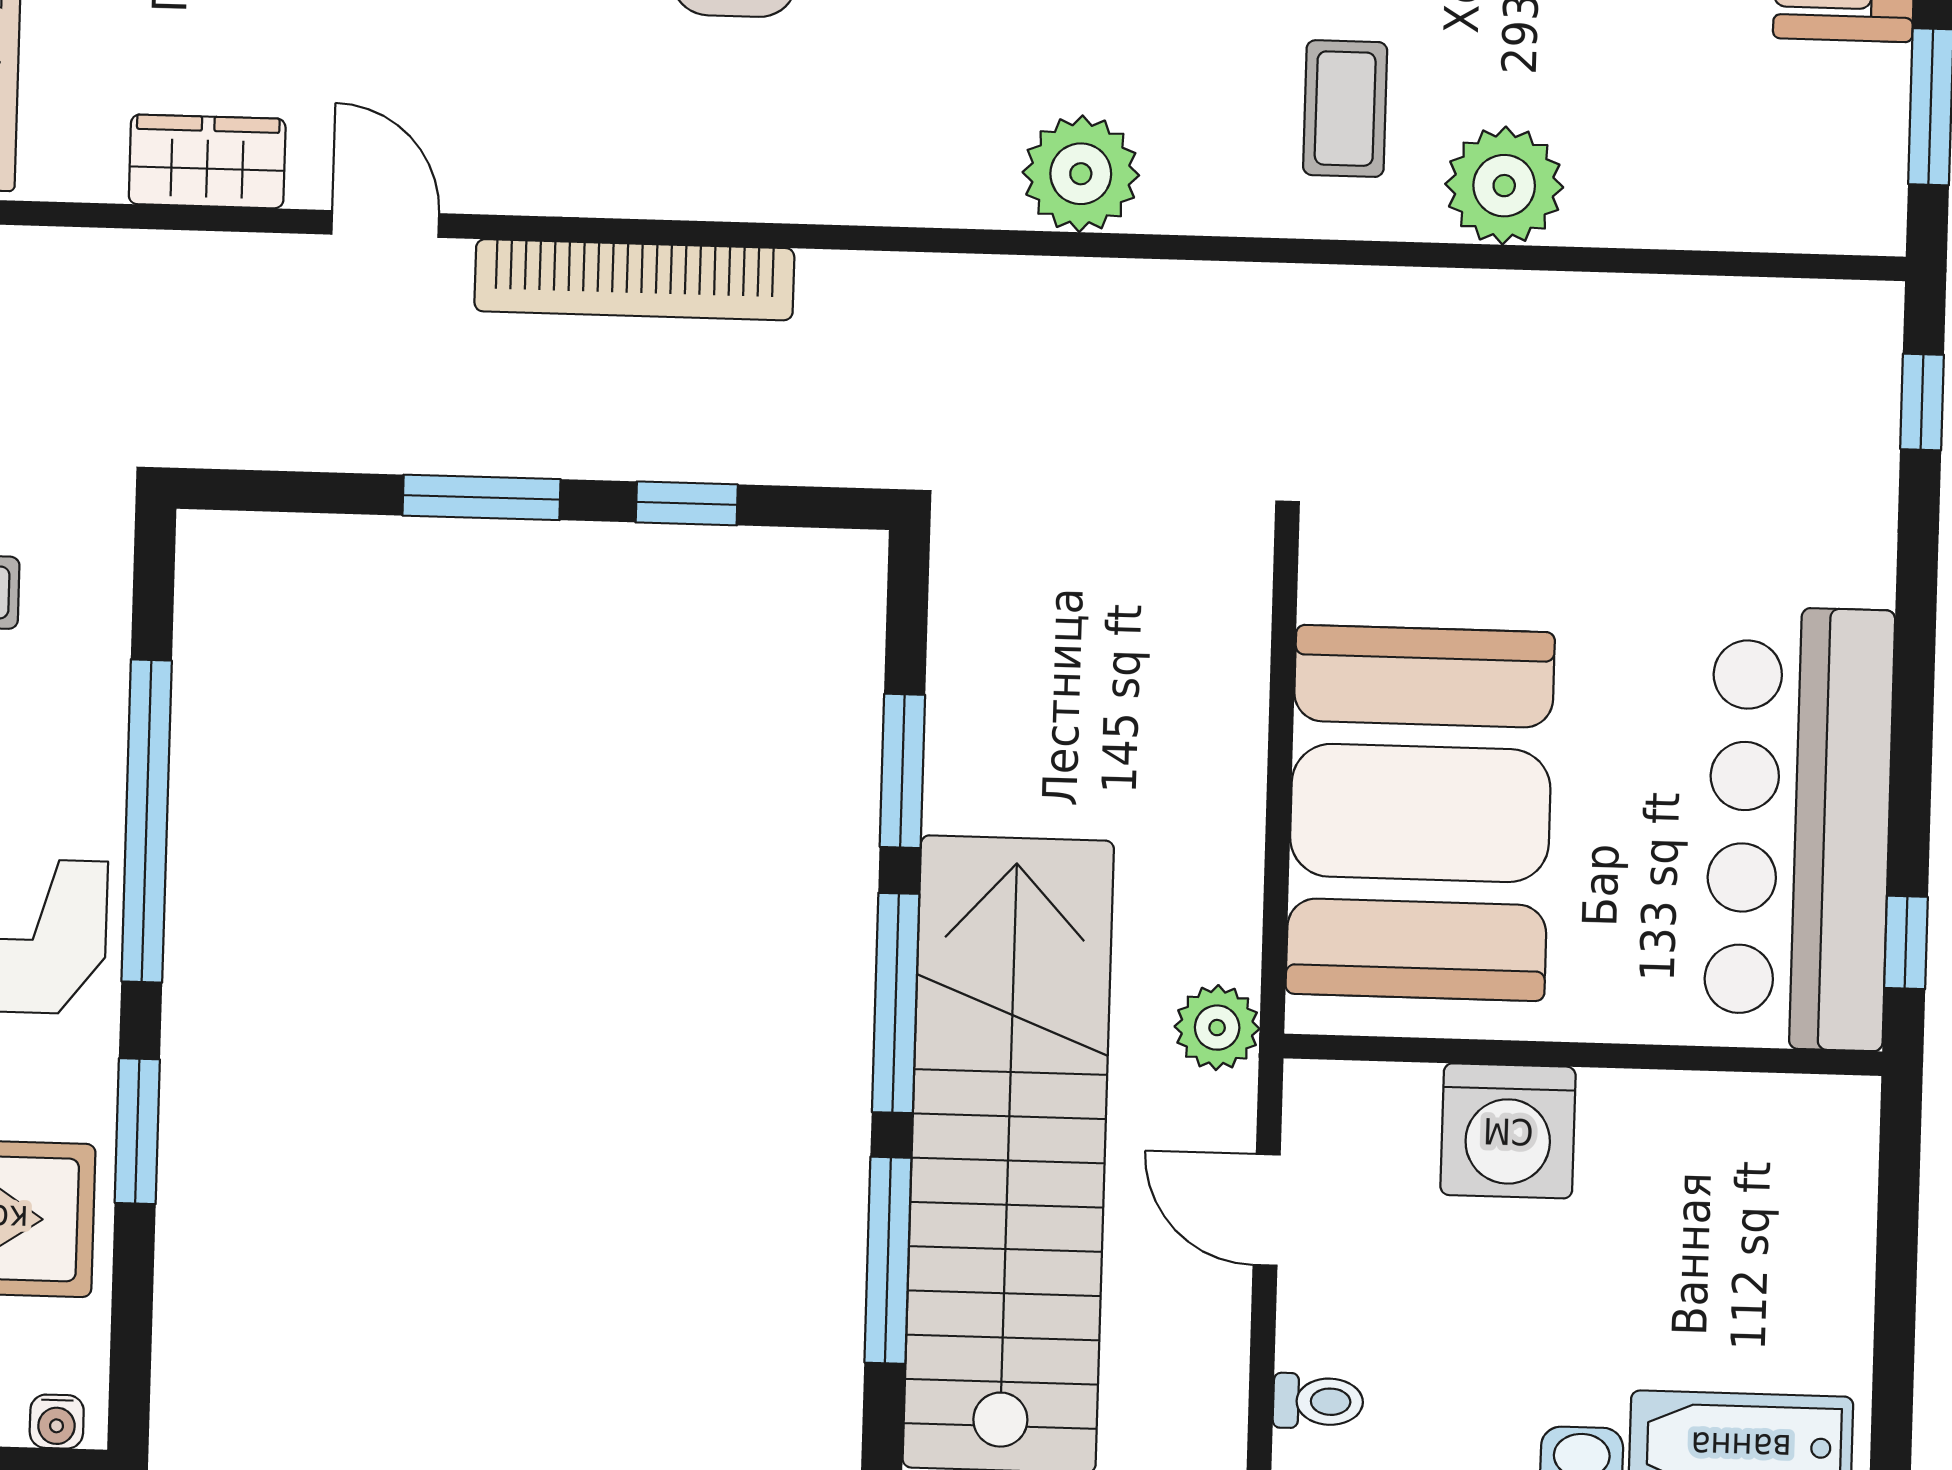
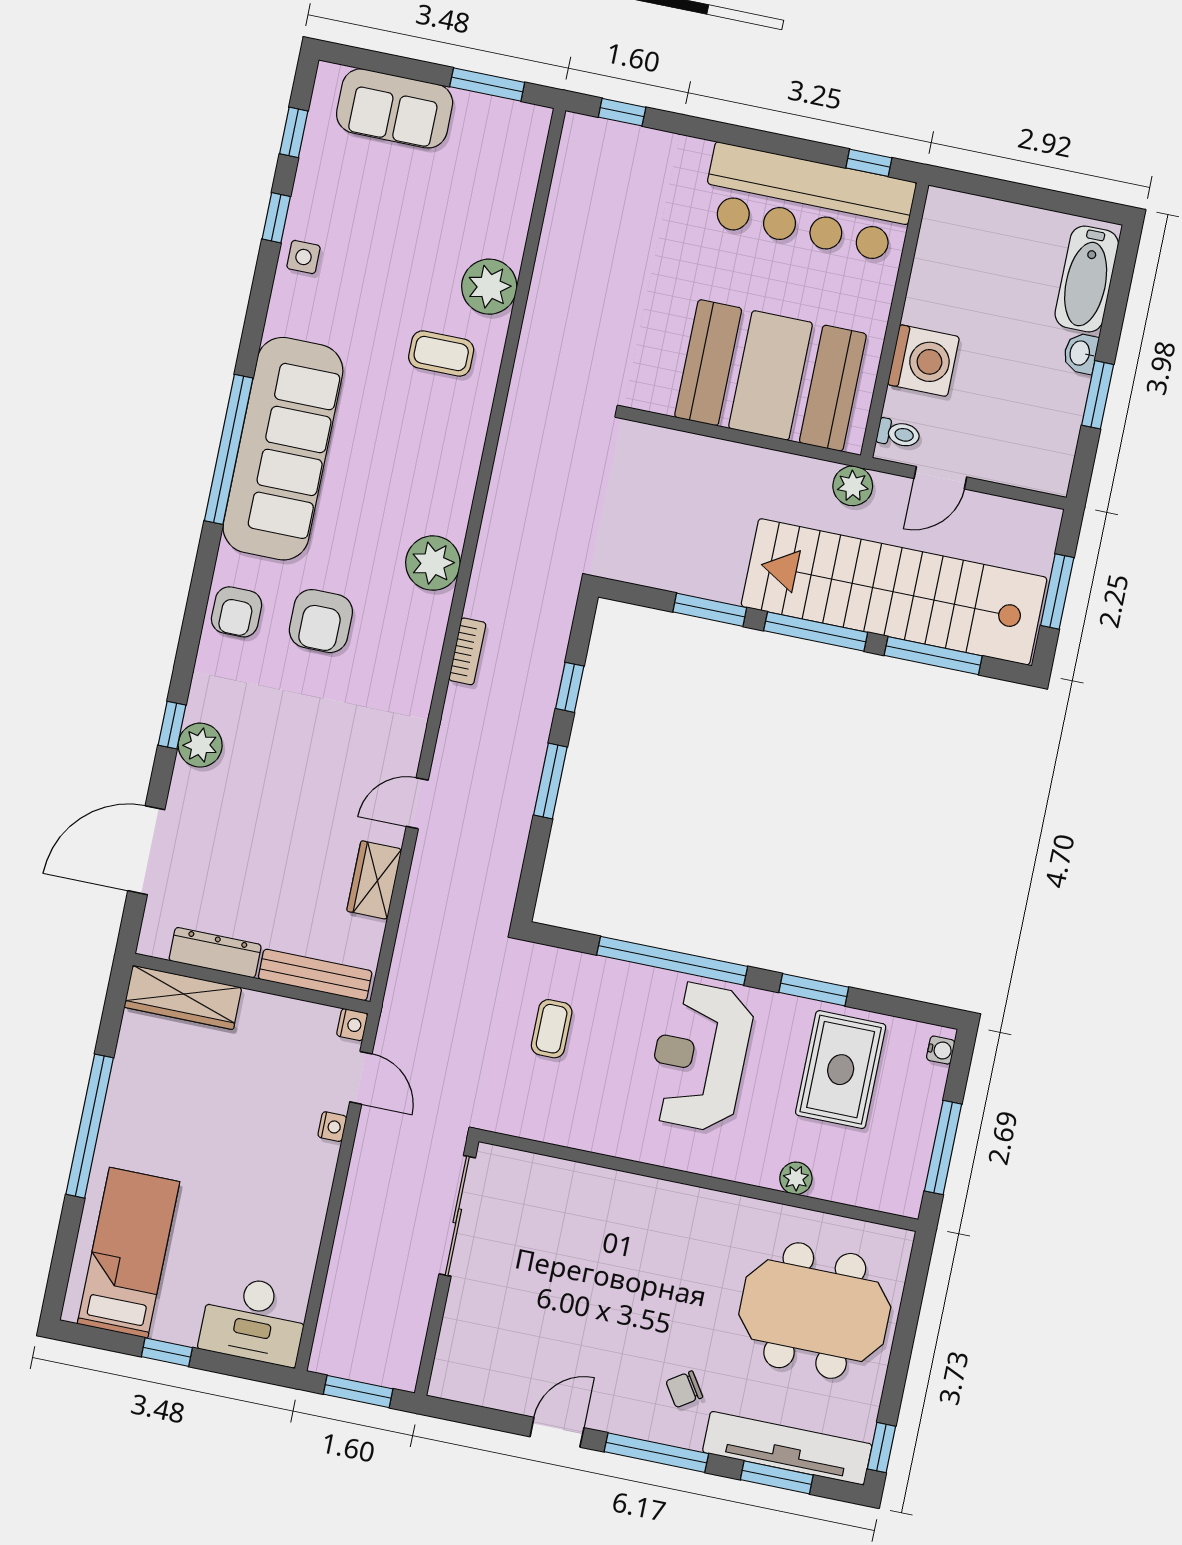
plant: (1081, 174) -> (433, 563), moved
bookcase: (634, 280) -> (467, 651), width x0.43, depth x0.76
toilet: (1318, 1401) -> (898, 434), moved, turned 90

